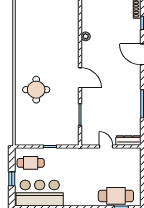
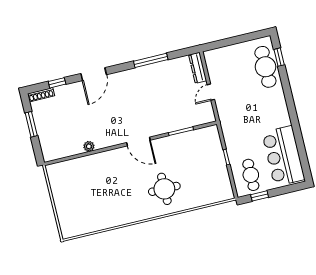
door: (80, 78) -> (138, 141), swing flipped
window: (12, 179) -> (260, 196), moved

